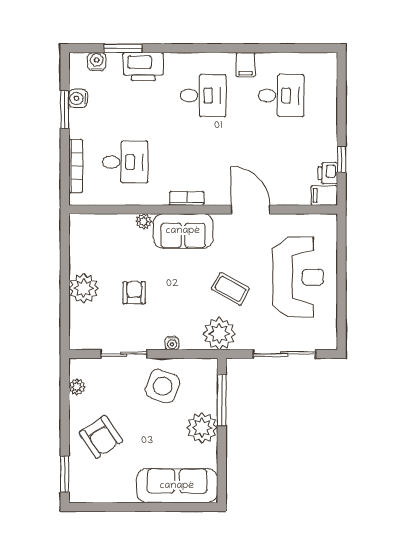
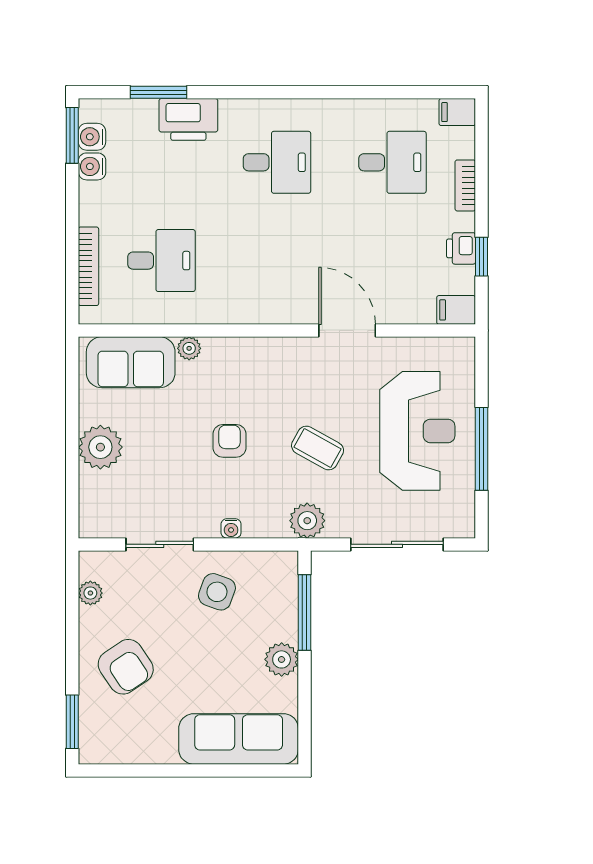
water cooler: (97, 62) -> (92, 137), moved, turned -90
filing cabinet: (246, 65) -> (457, 112), moved, turned 90
window: (65, 110) -> (72, 135), moved
printer: (328, 173) -> (461, 248), moved
bookcase: (187, 198) -> (465, 185), moved, turned -90
sofa: (183, 231) -> (131, 362), moved
window: (342, 289) -> (482, 449), added
armchair: (134, 293) -> (229, 441), moved
plant: (219, 334) -> (307, 521), width x0.73, depth x0.73
side table: (163, 386) -> (217, 592), width x0.73, depth x0.73
plant: (202, 428) -> (282, 659), width x0.73, depth x0.73

